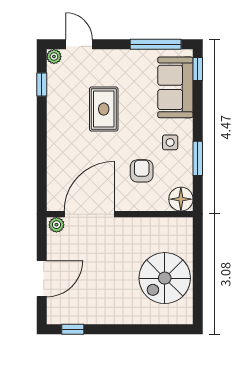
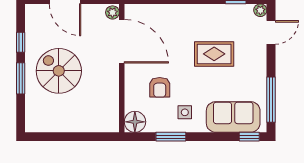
armchair: (142, 171) -> (160, 87), turned 90
spiral stairs: (165, 278) -> (59, 71), moved
window: (73, 329) -> (21, 42), moved
window: (131, 329) -> (21, 78), added

